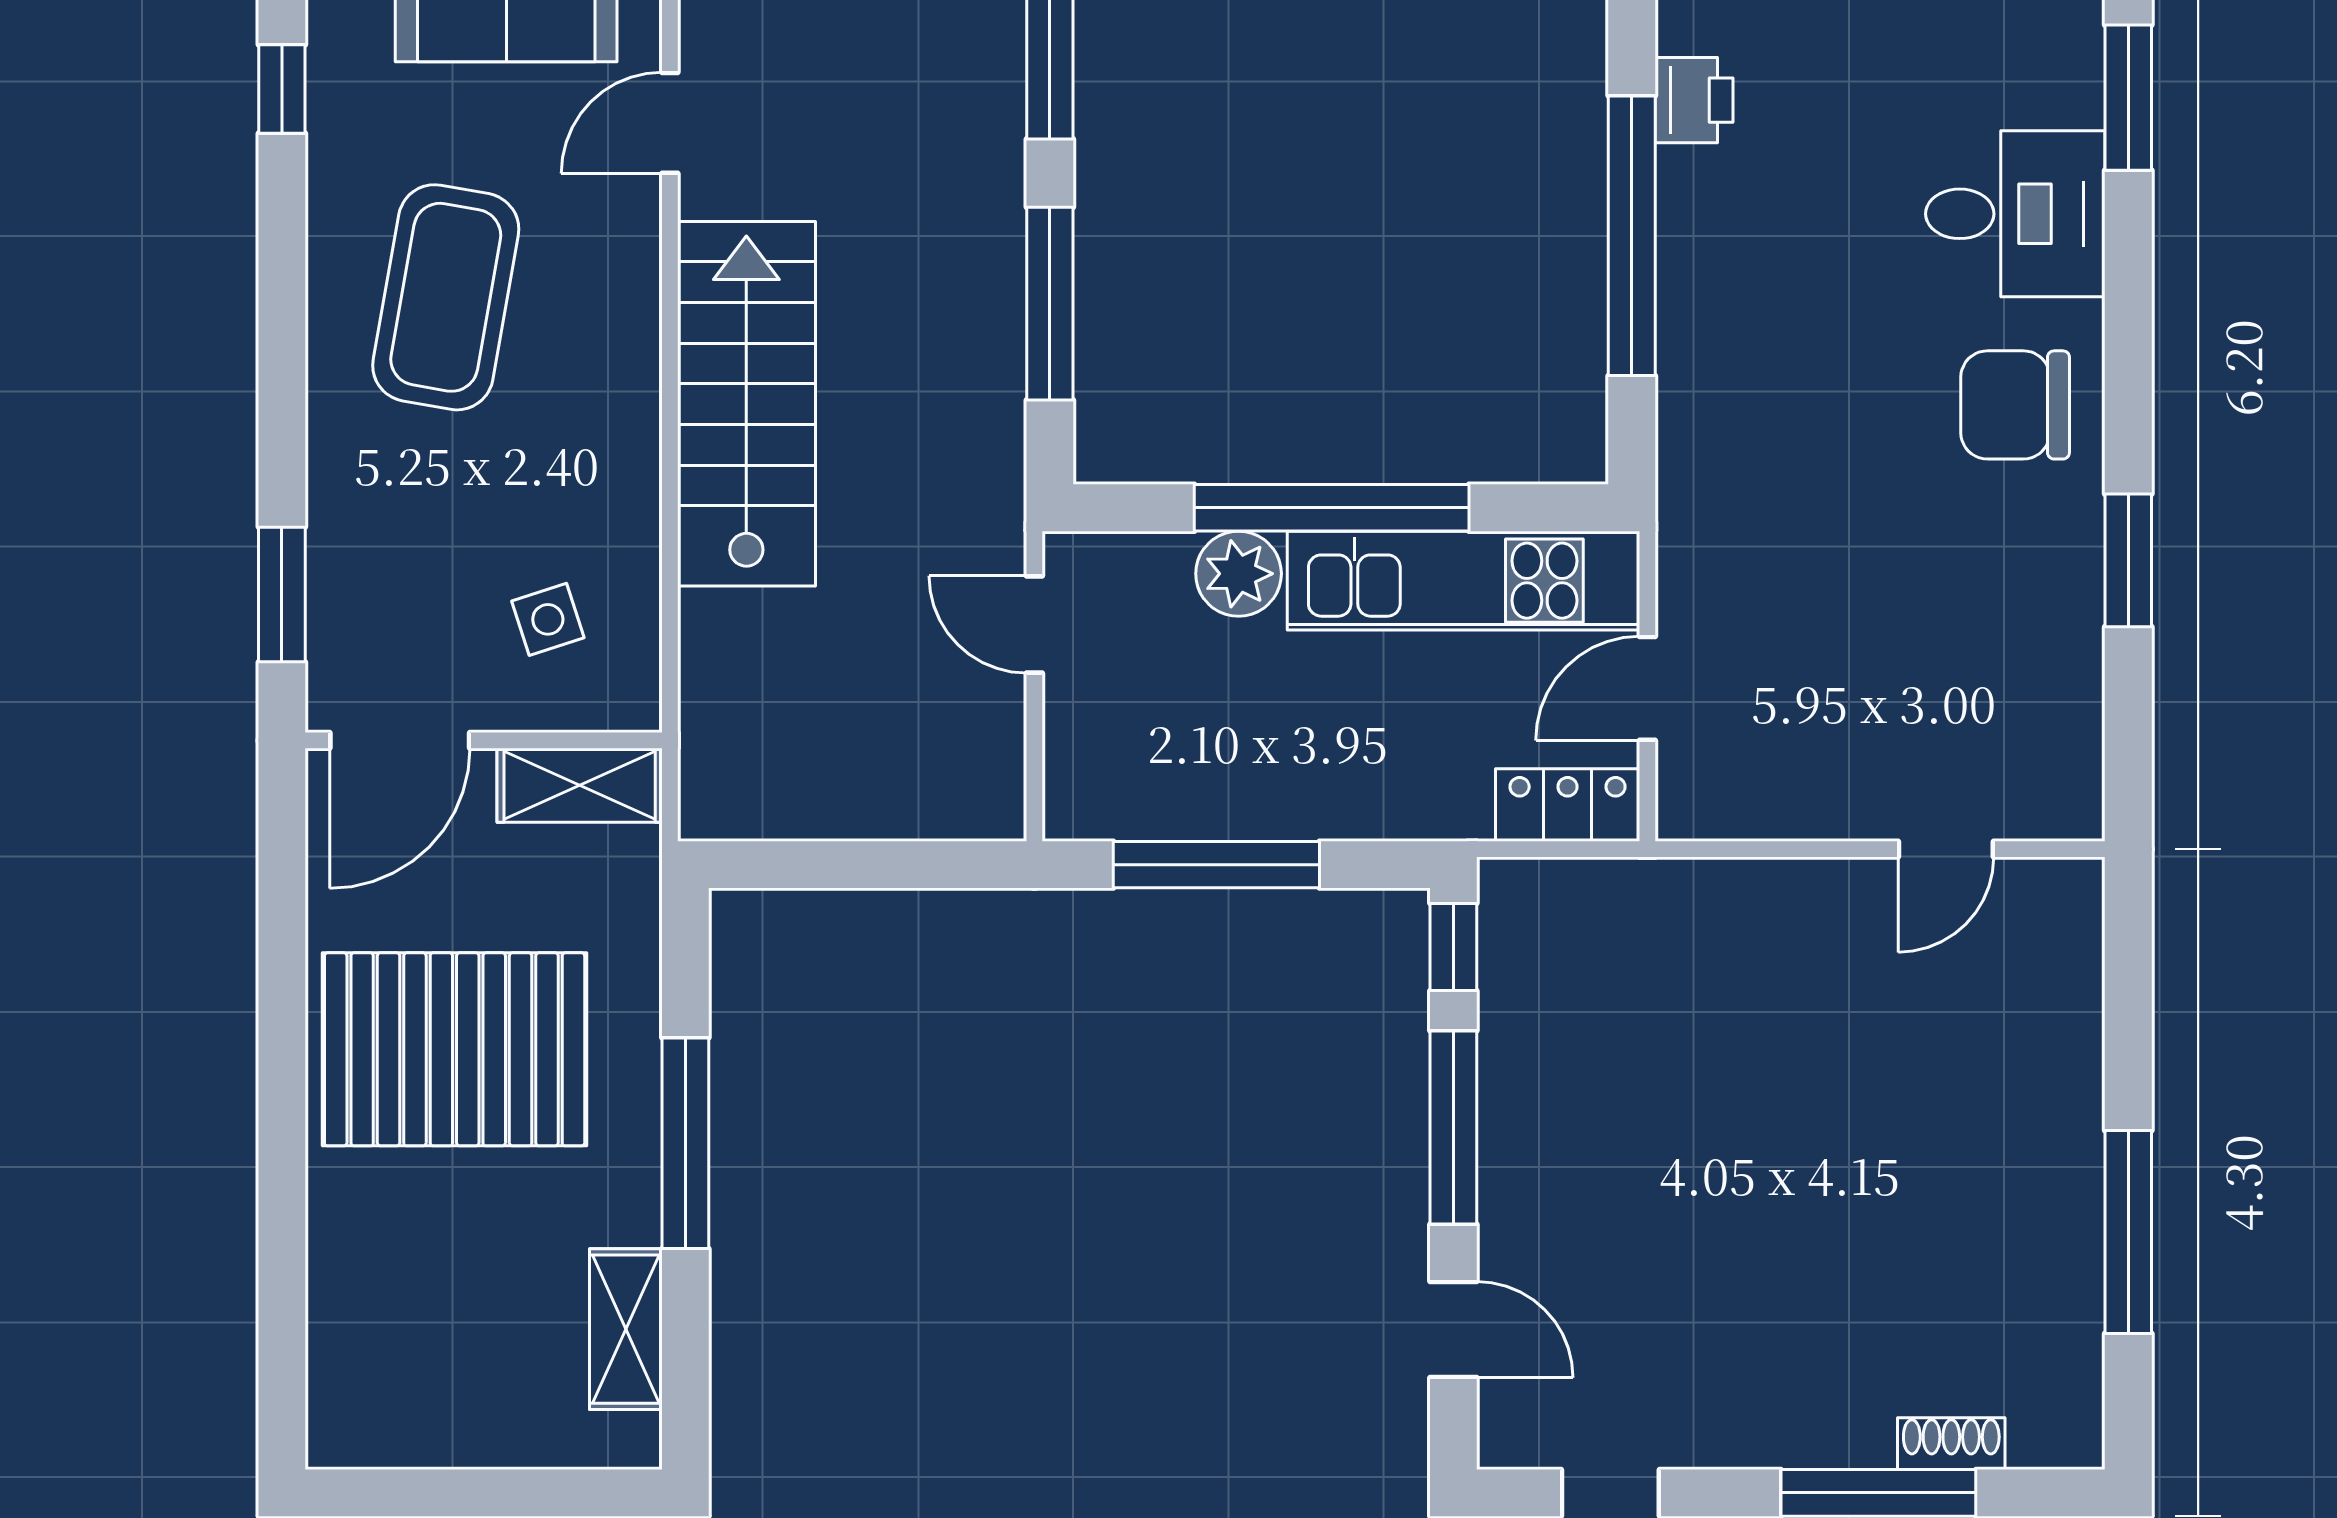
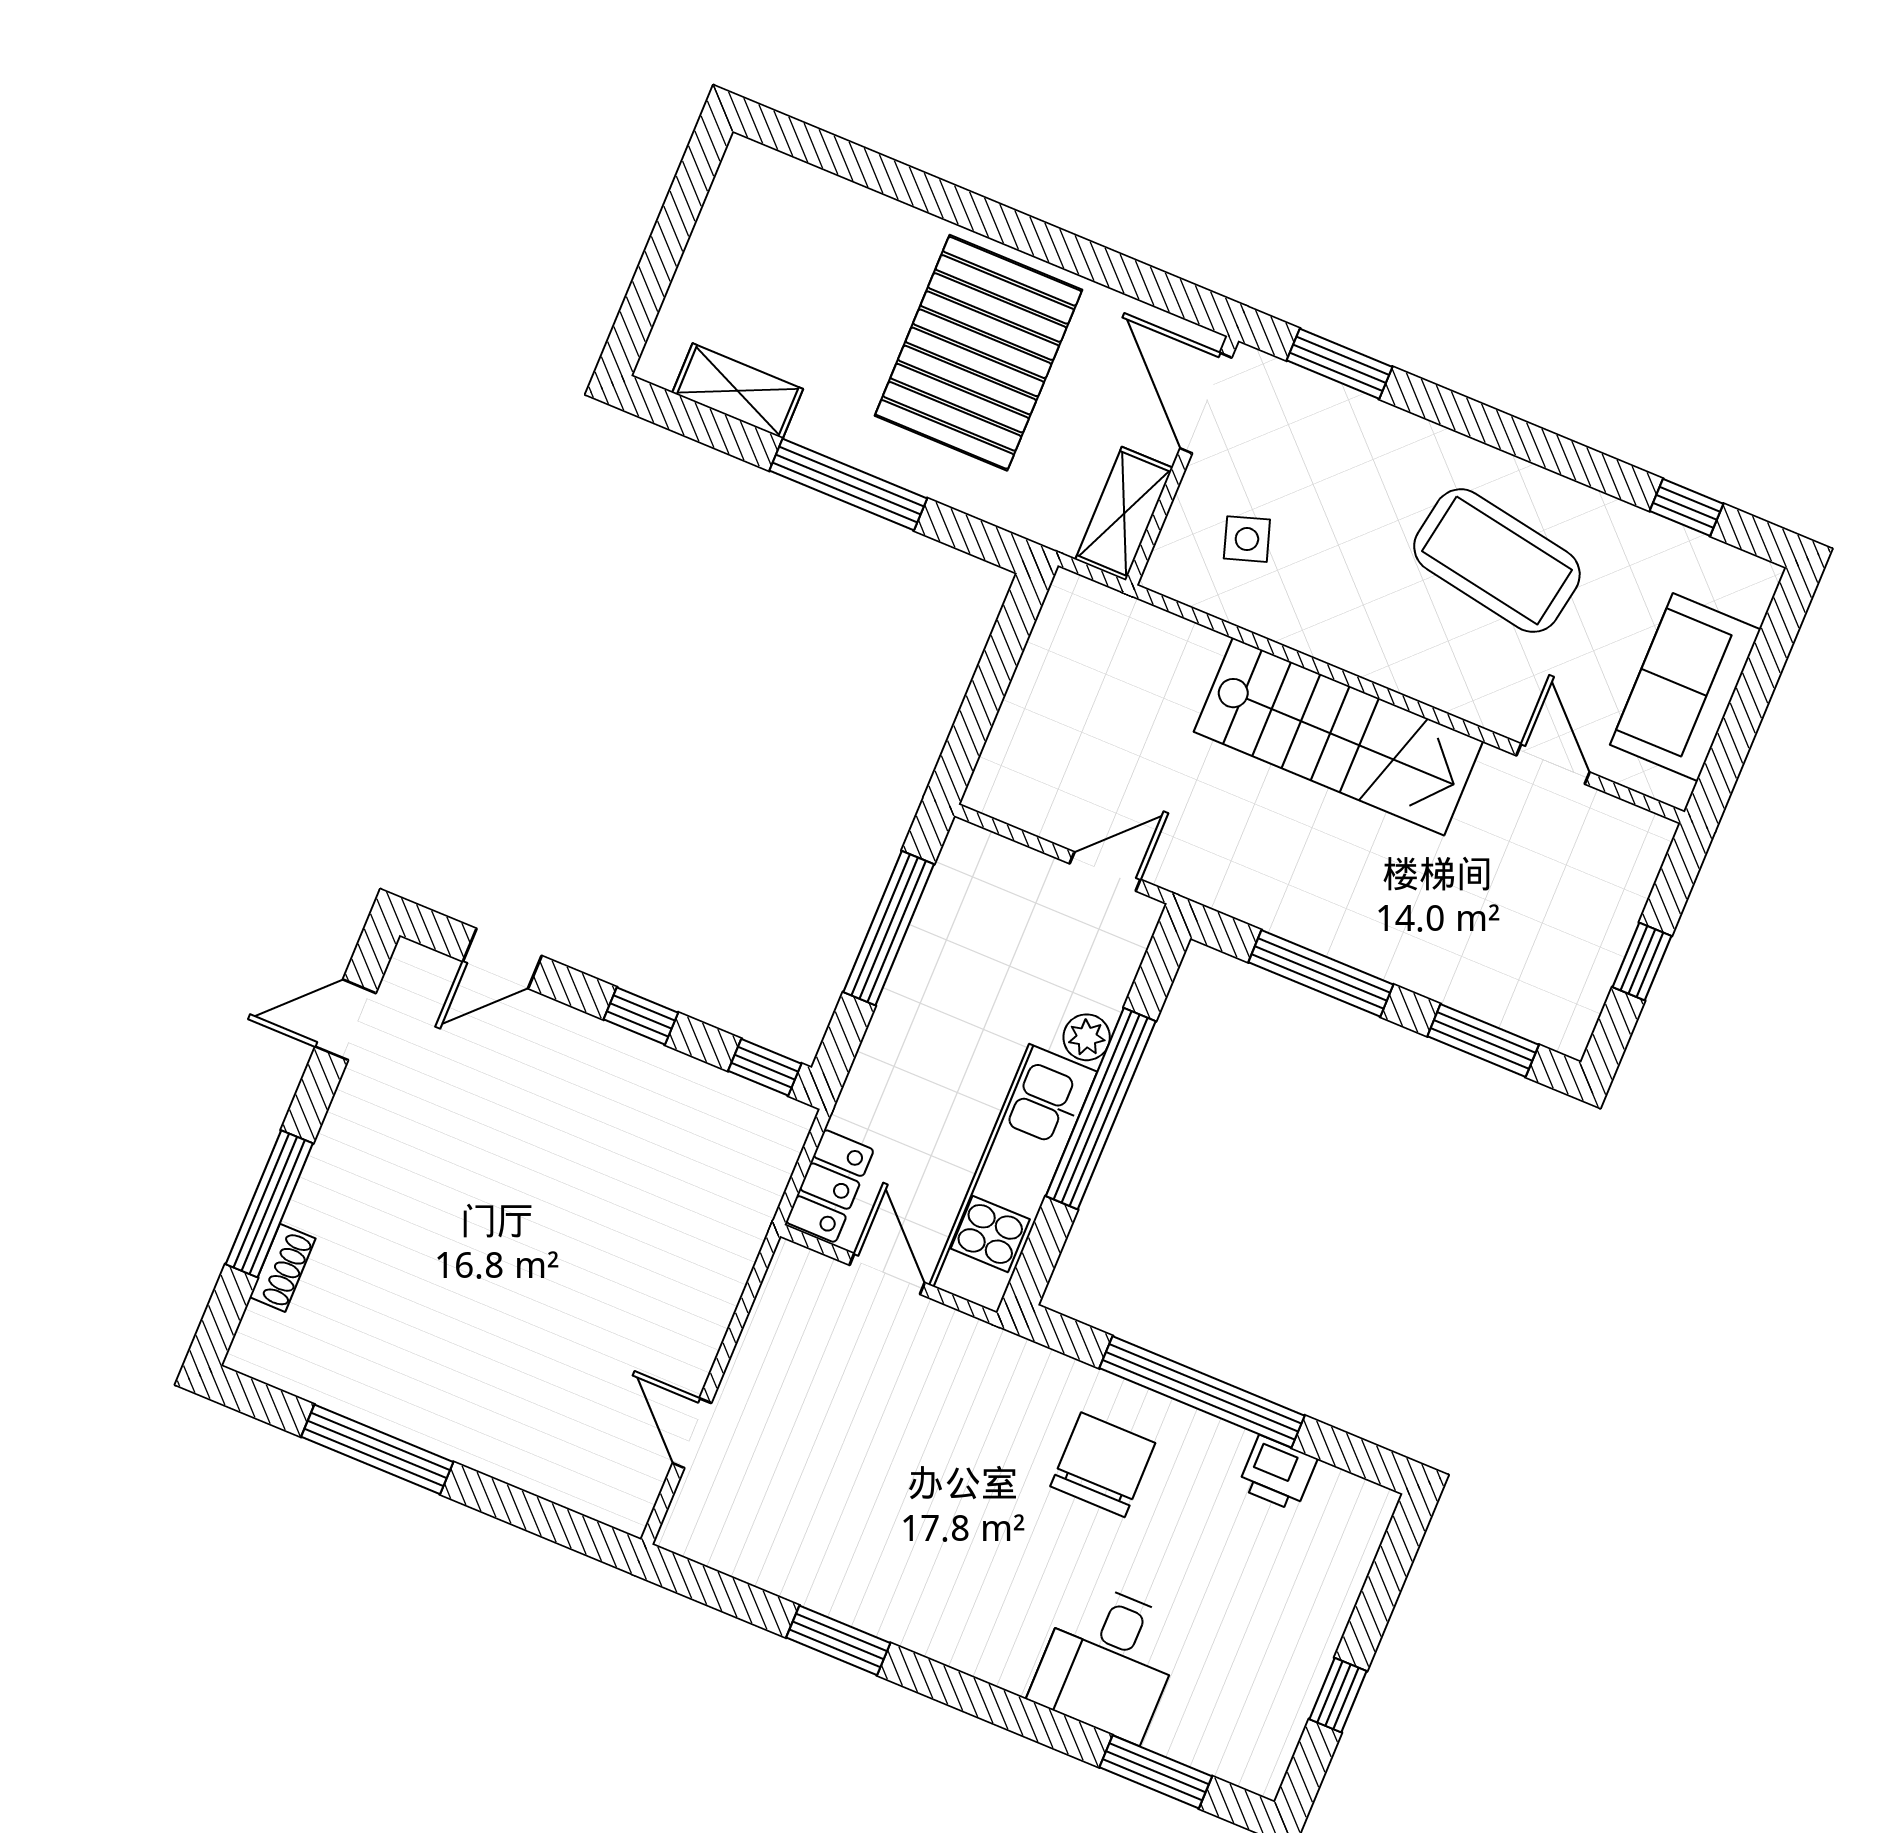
chair: (2015, 405) -> (1103, 1465), moved
plant: (1239, 574) -> (1087, 1037), width x0.73, depth x0.73
window: (1453, 1127) -> (641, 1016), width x0.46

